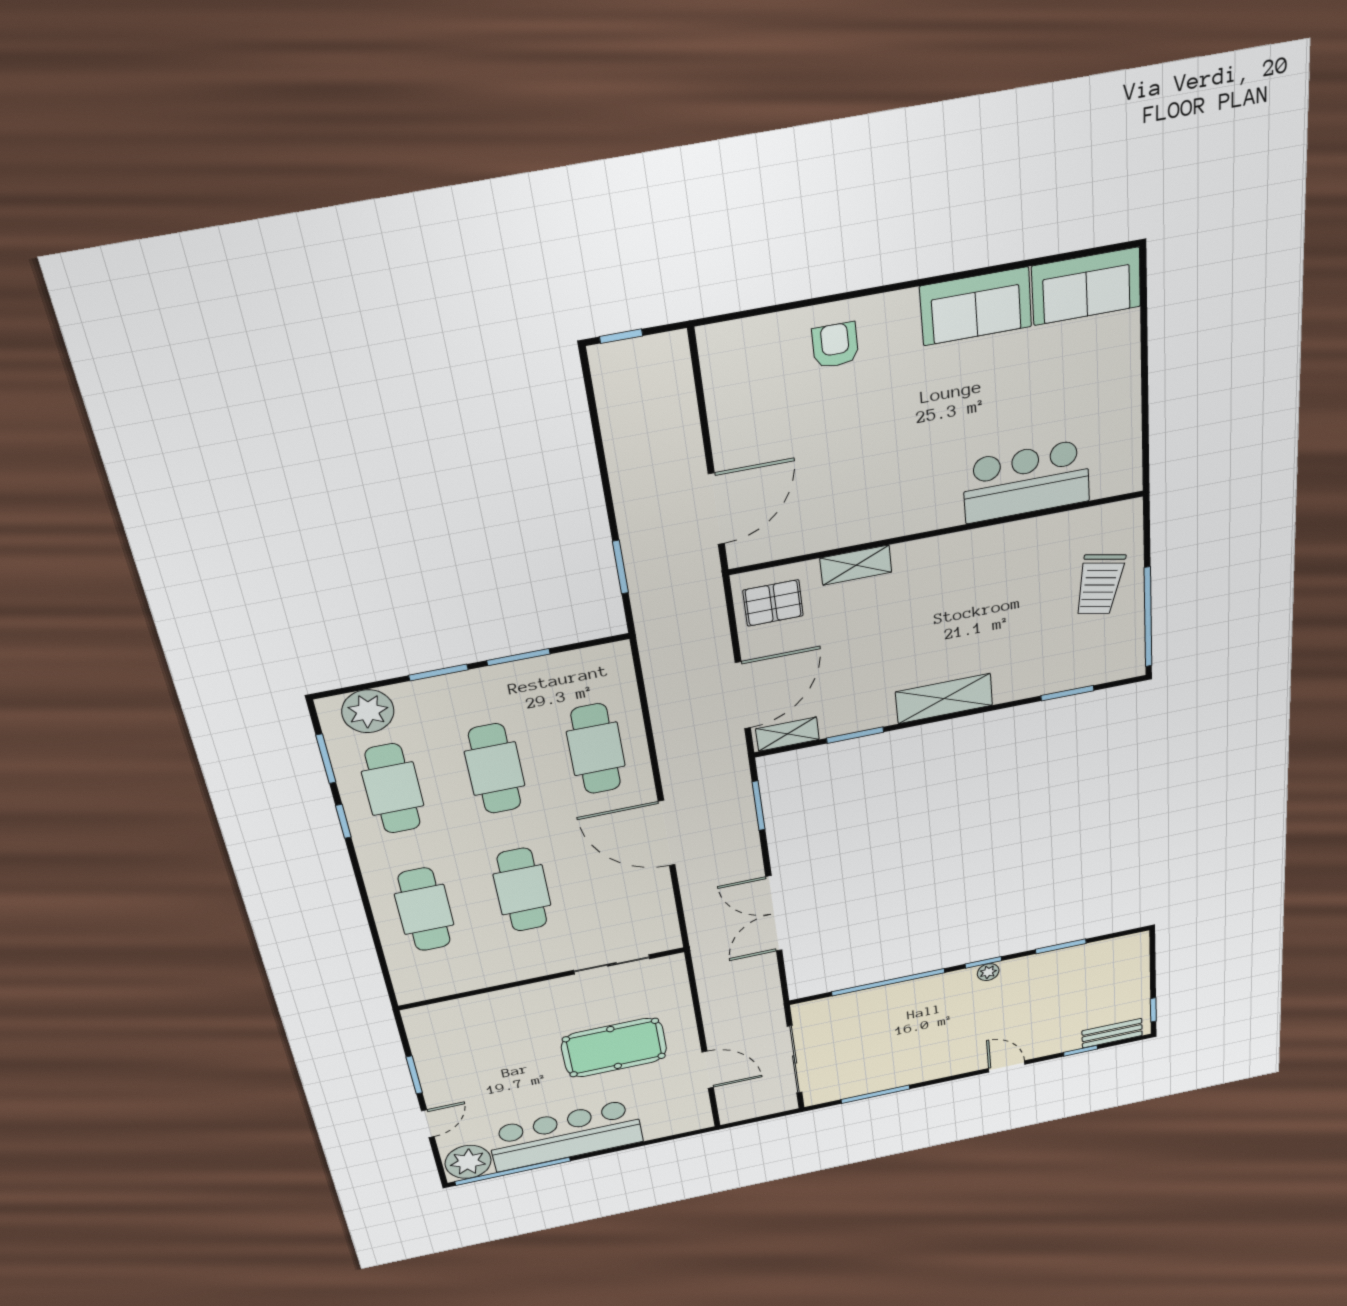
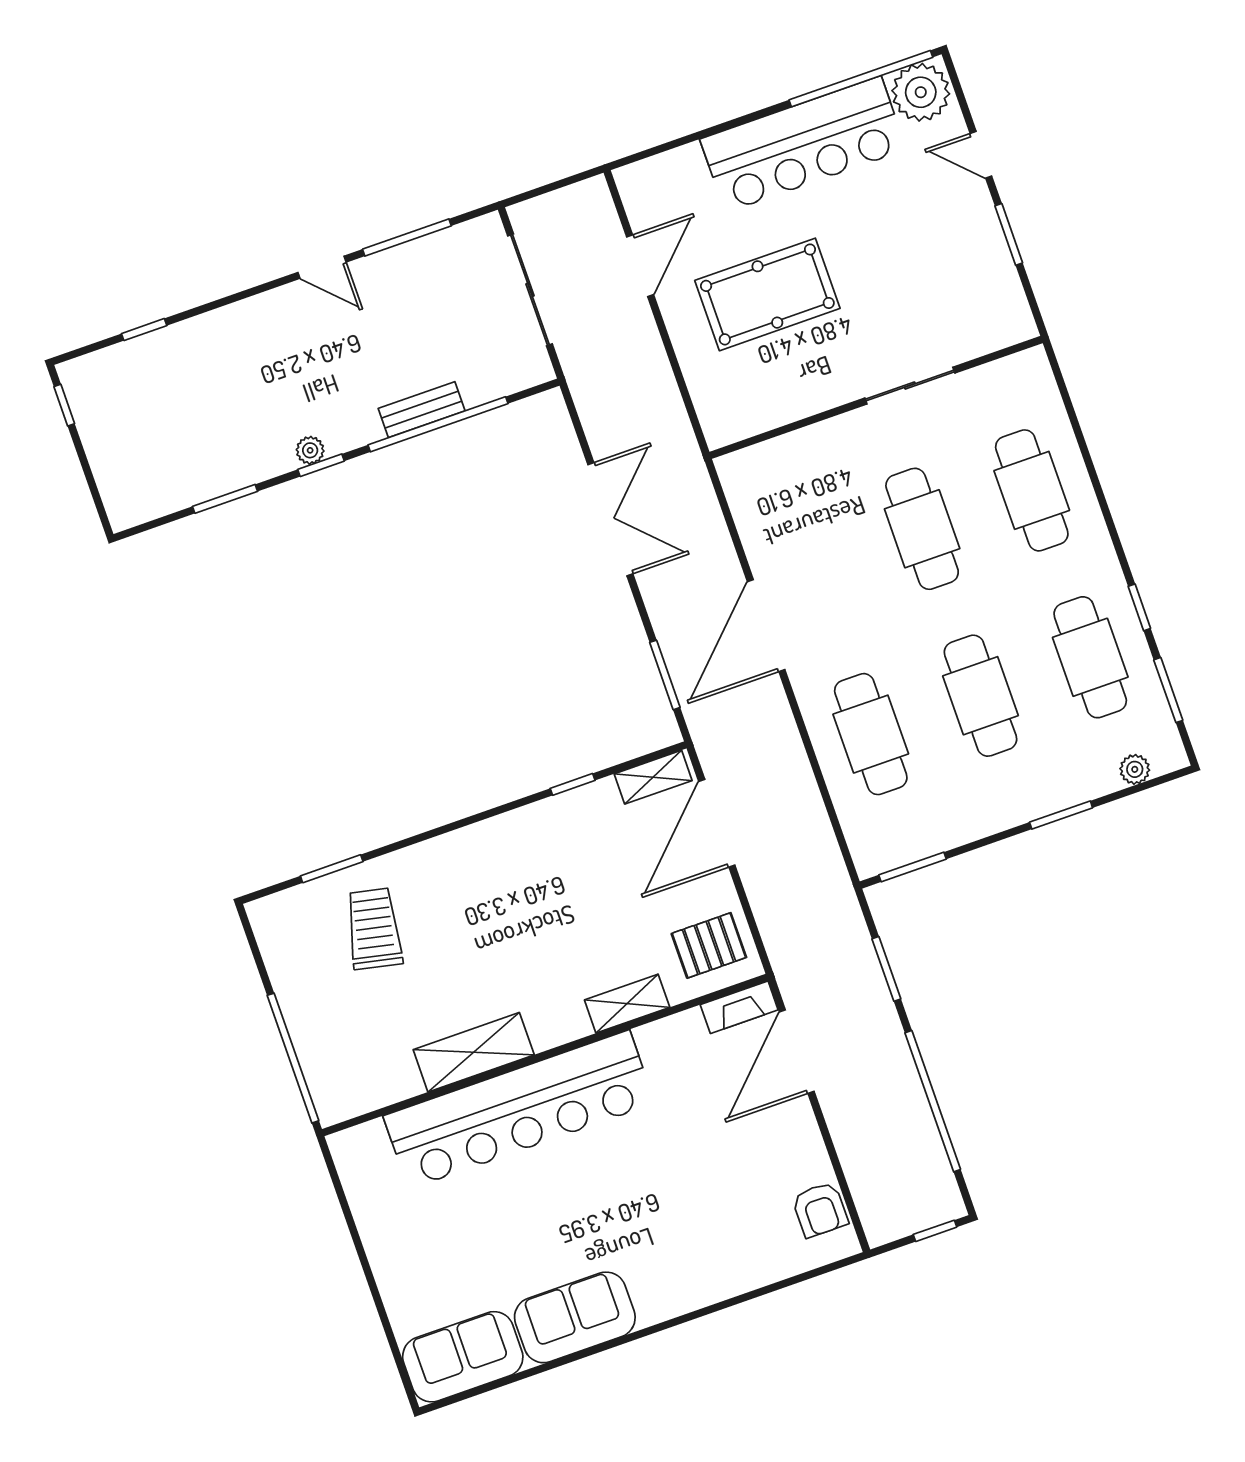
armchair: (835, 345) -> (820, 1210), moved
window: (600, 452) -> (933, 1101), added
bar counter: (1026, 481) -> (519, 1109), width x1.86
fireplace: (759, 551) -> (739, 1007), added
trolley: (1100, 584) -> (374, 929), moved
window: (1148, 617) -> (293, 1058), moved
window: (518, 657) -> (913, 867), moved
shelving: (944, 699) -> (474, 1052), moved
plant: (368, 711) -> (1135, 769), width x0.53, depth x0.53
window: (855, 735) -> (573, 784), width x0.67
door: (667, 833) -> (766, 626), swing flipped
sliding door: (612, 964) -> (910, 386), moved
bench: (1112, 1033) -> (422, 410), moved
door: (1007, 1066) -> (322, 267), moved
door: (708, 1070) -> (640, 266), swing flipped
door: (428, 1124) -> (981, 155), hinge flipped

